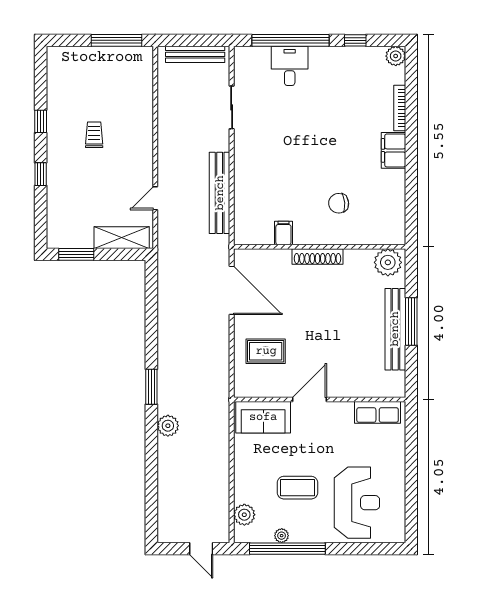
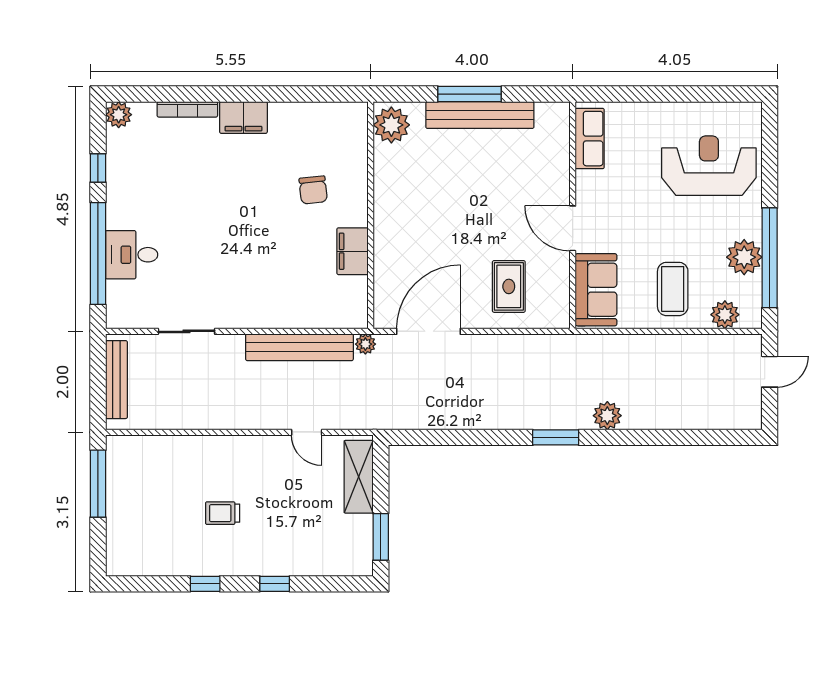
filing cabinet: (283, 233) -> (353, 251), width x2.00
plant: (222, 243) -> (365, 344), added
shoe rack: (318, 256) -> (384, 218), removed
coffee table: (298, 488) -> (673, 289), moved
plant: (282, 536) -> (744, 257), width x1.87, depth x1.87

